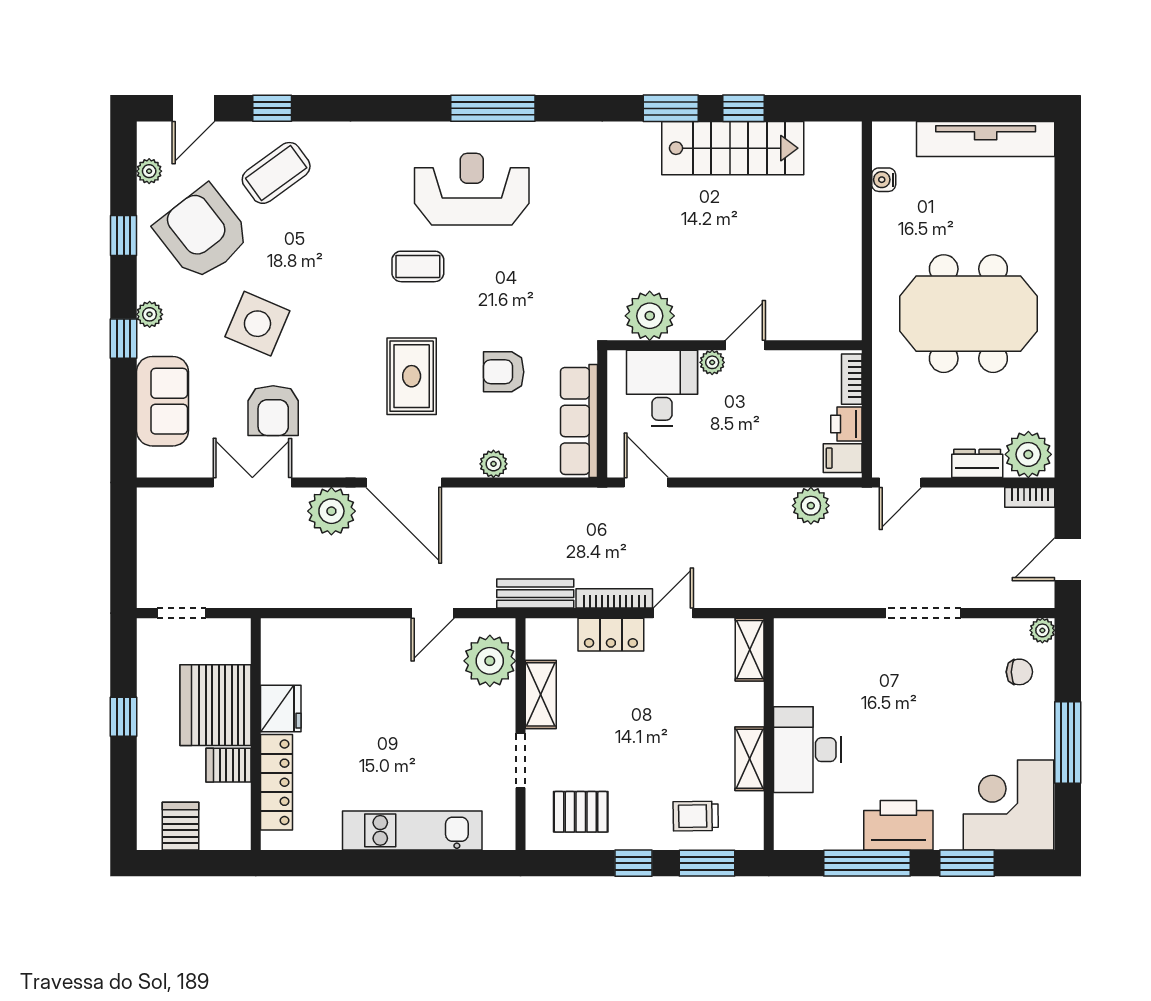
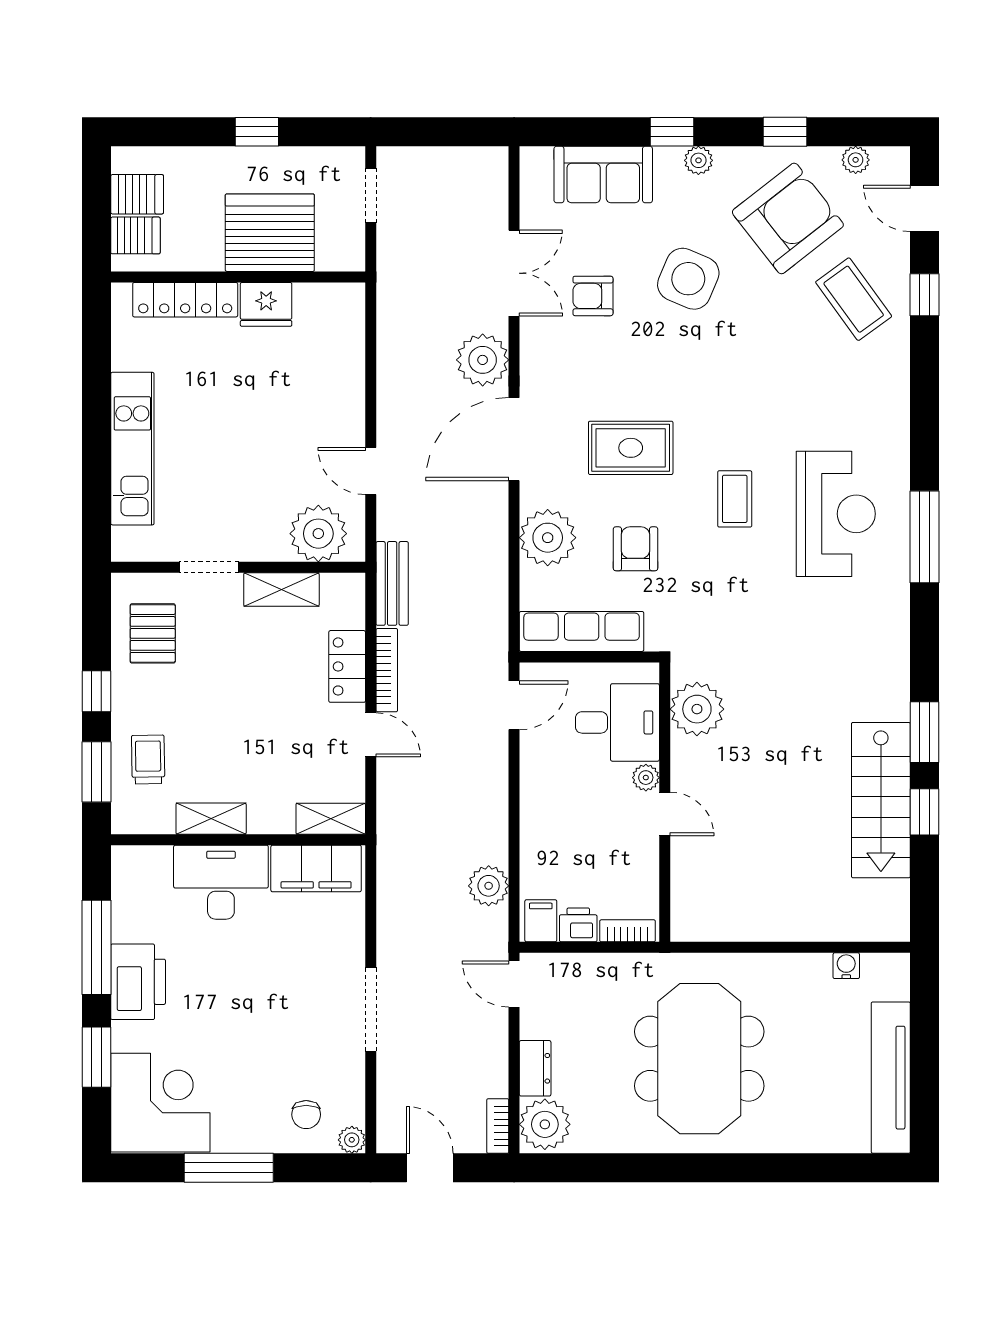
coffee table: (418, 266) -> (735, 499), moved
armchair: (273, 411) -> (593, 296), width x0.72, depth x0.72
plant: (493, 464) -> (548, 538), width x1.88, depth x1.88
filing cabinet: (795, 663) -> (316, 868), added
server rack: (229, 765) -> (135, 235), moved, turned 90

